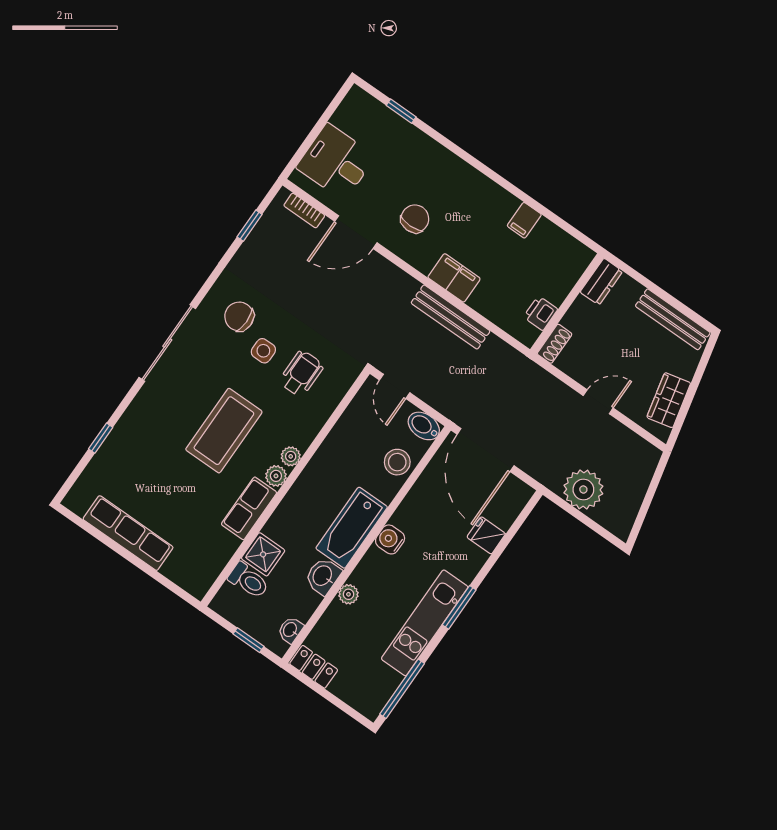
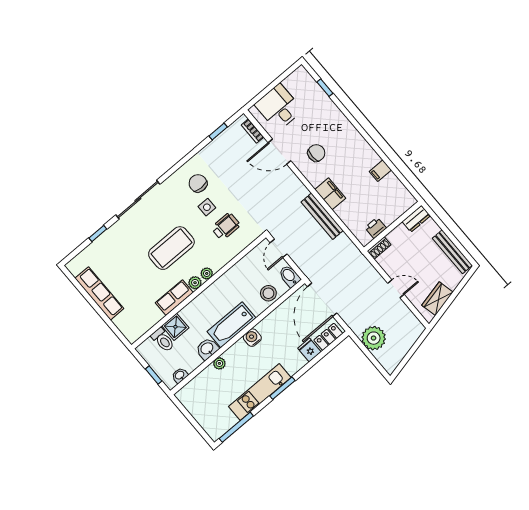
sliding door: (167, 343) -> (138, 200), moved
locker: (314, 667) -> (328, 337), moved, turned -90

